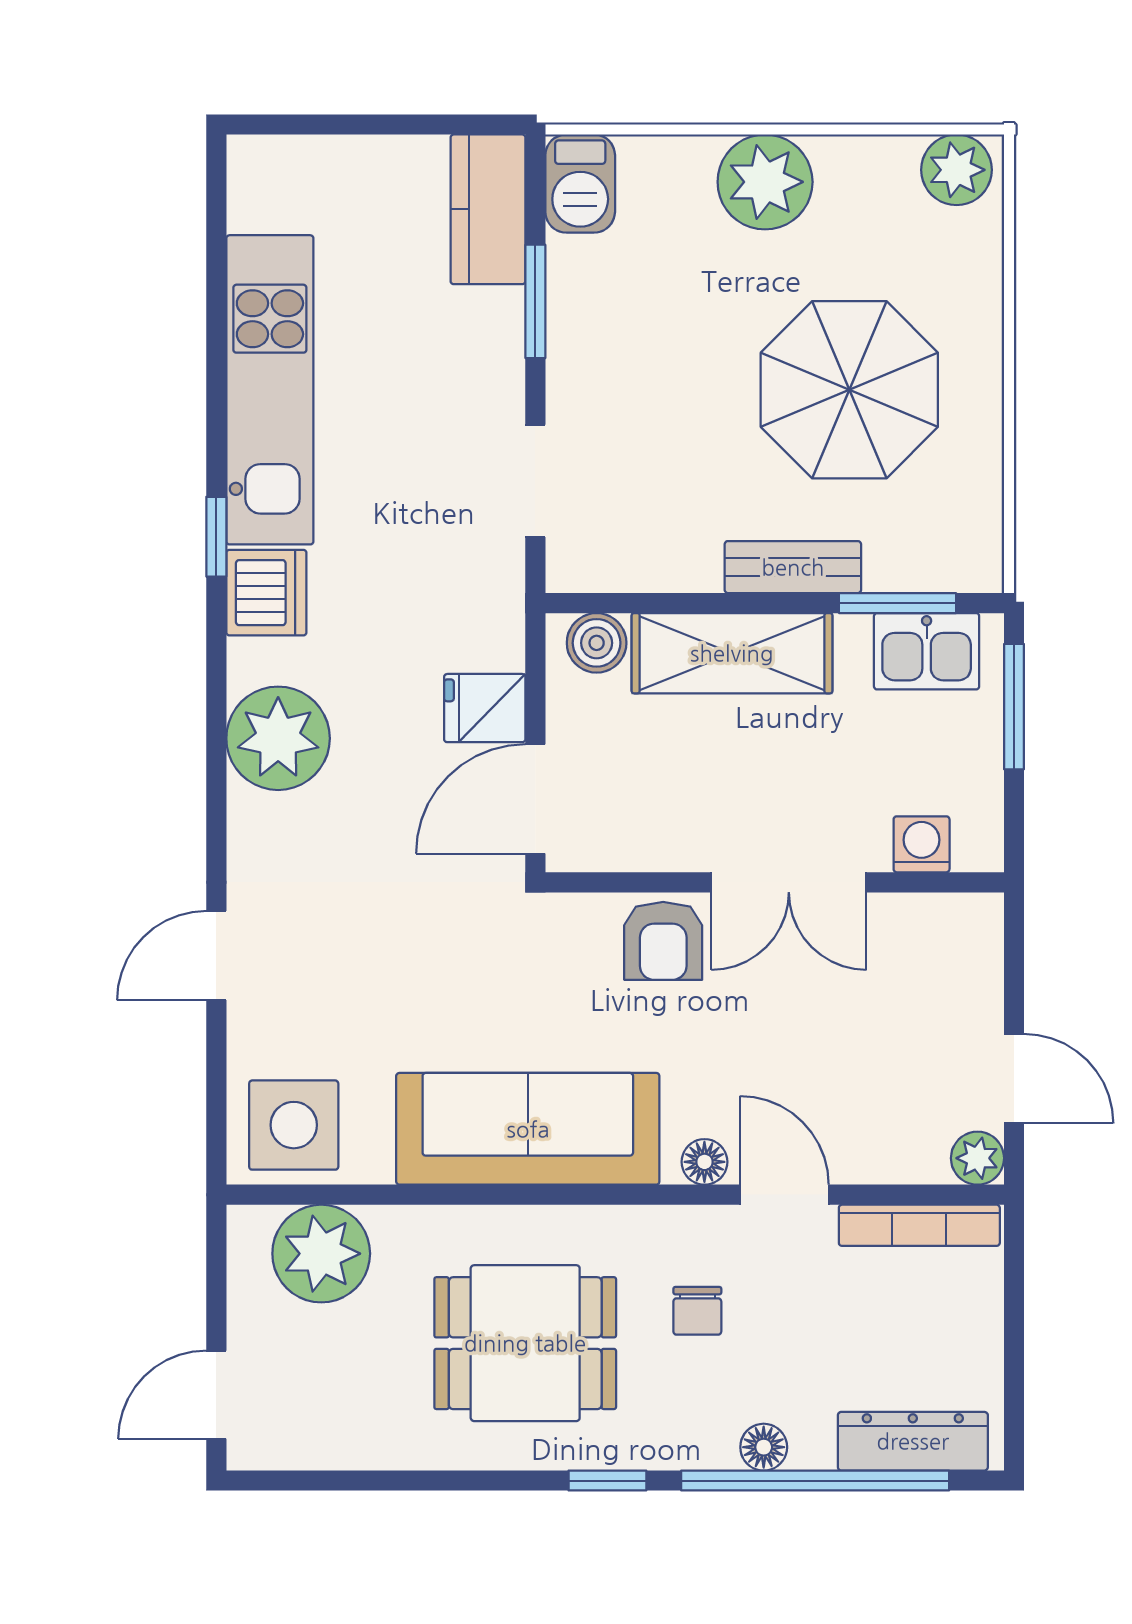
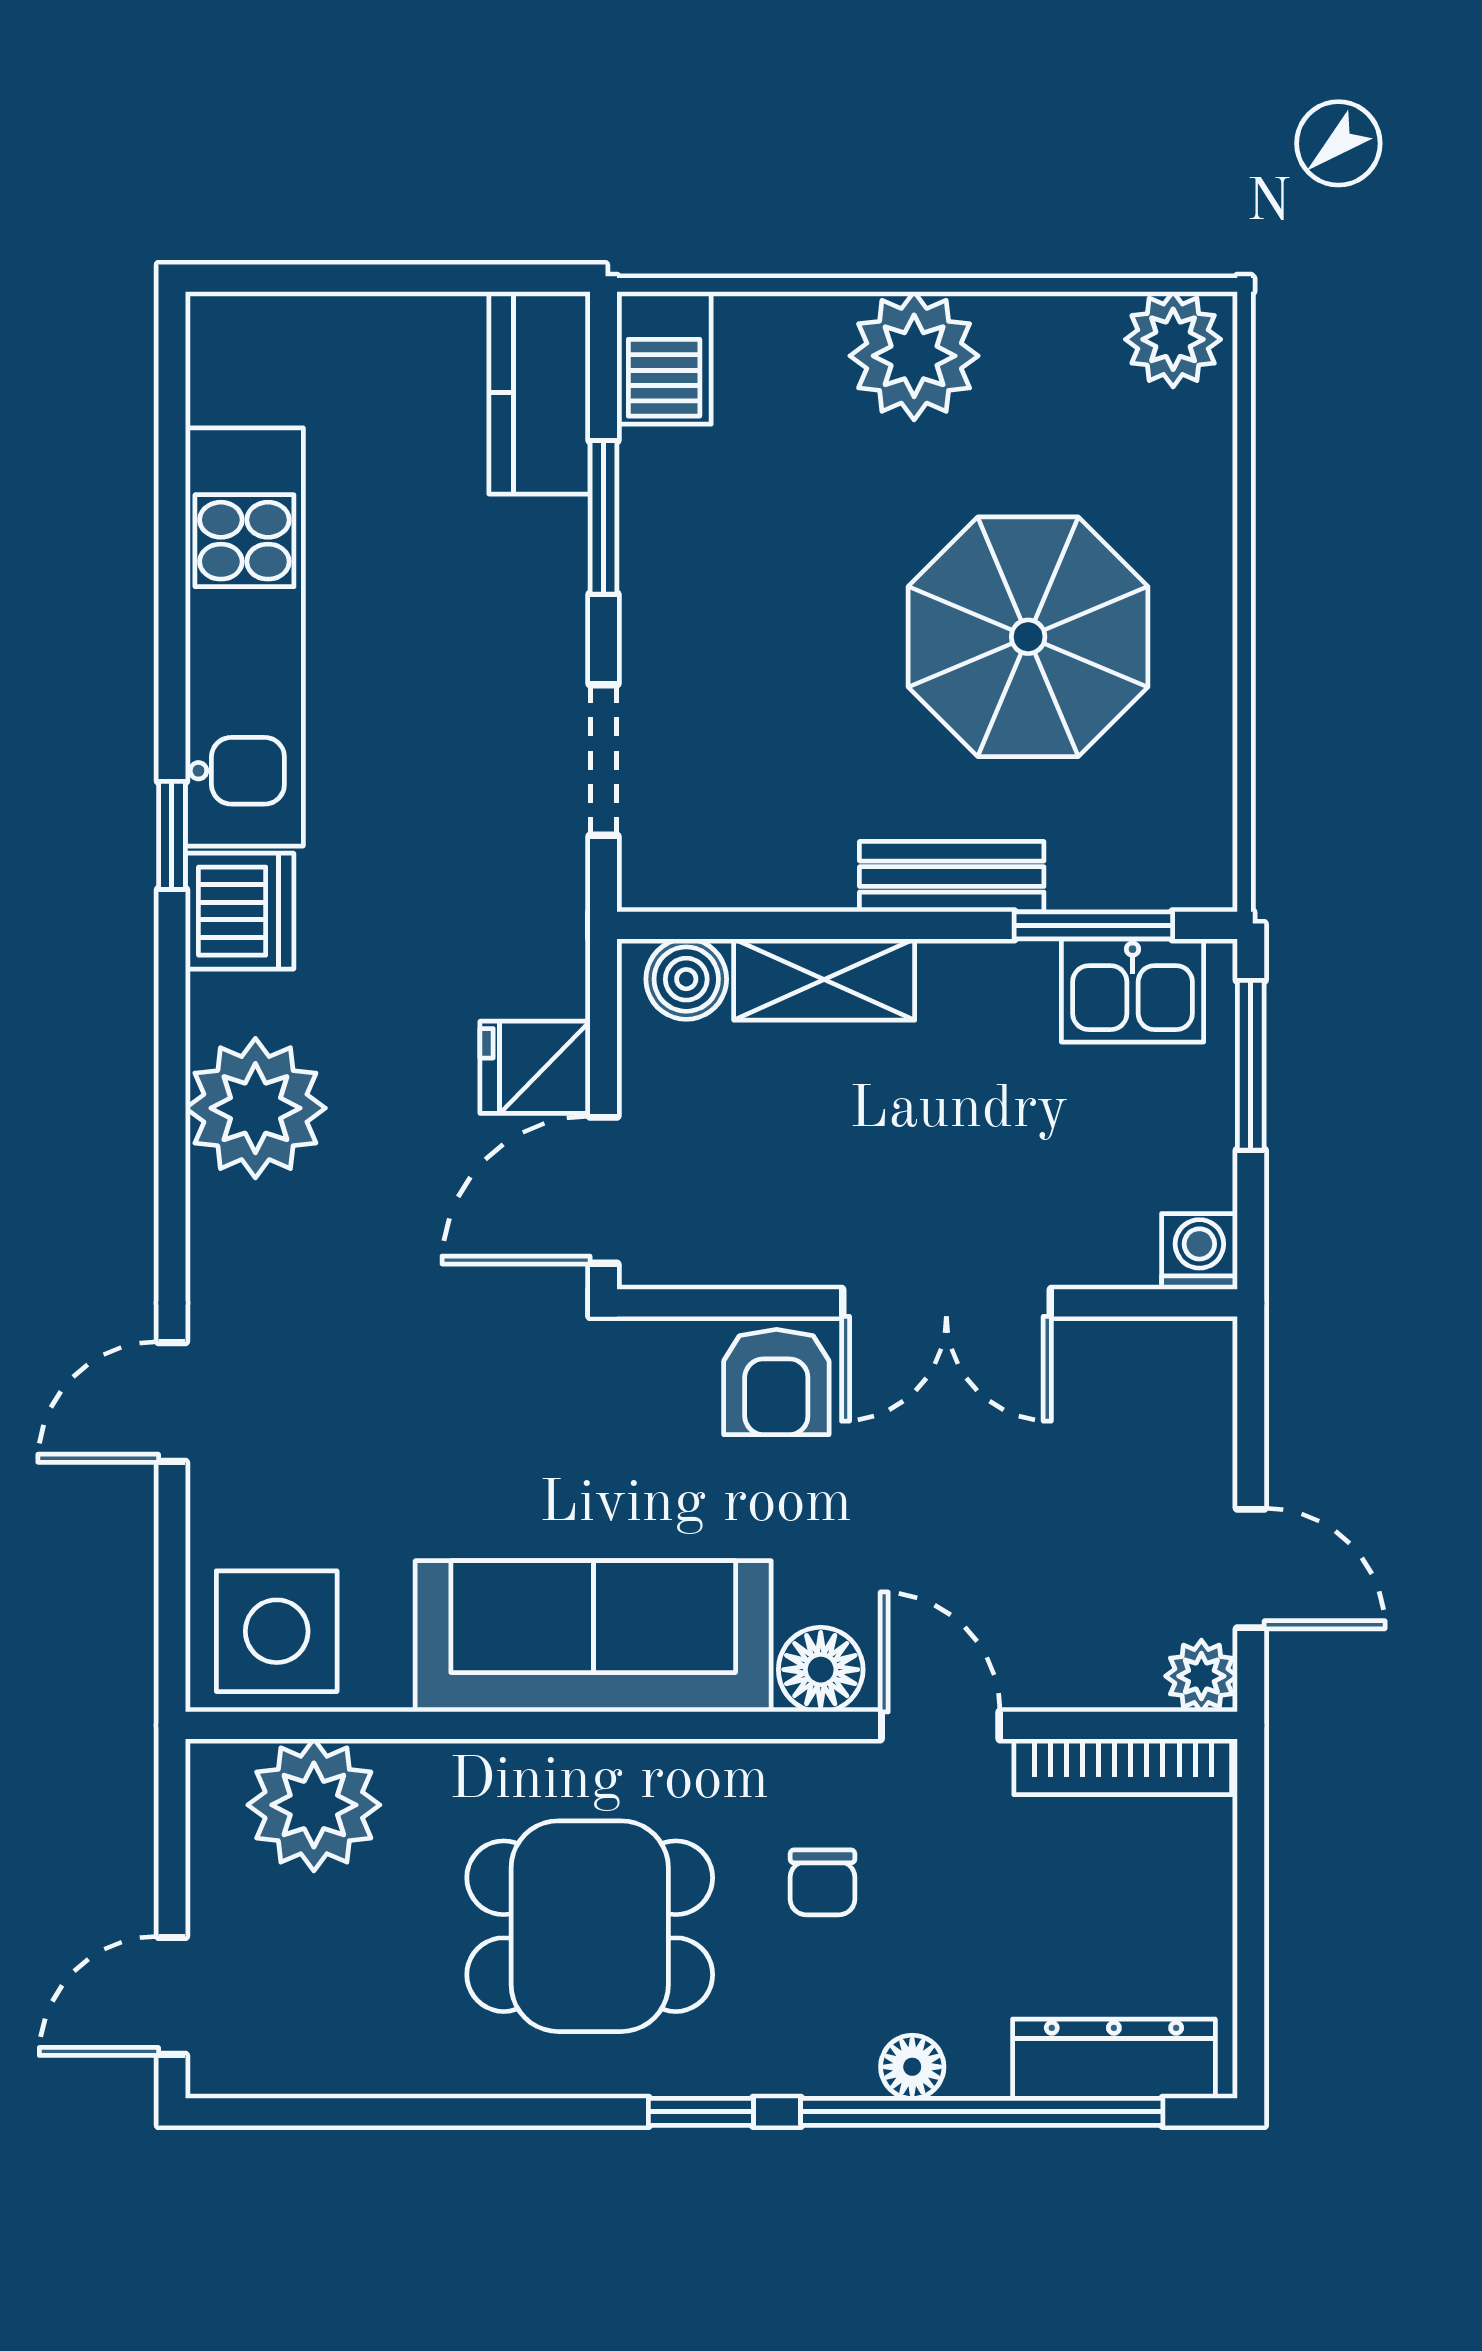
shelving: (732, 653) -> (824, 980), width x0.67, depth x0.75
washing machine: (922, 844) -> (1199, 1252), moved
floor lamp: (704, 1162) -> (821, 1670), width x1.37, depth x1.37

